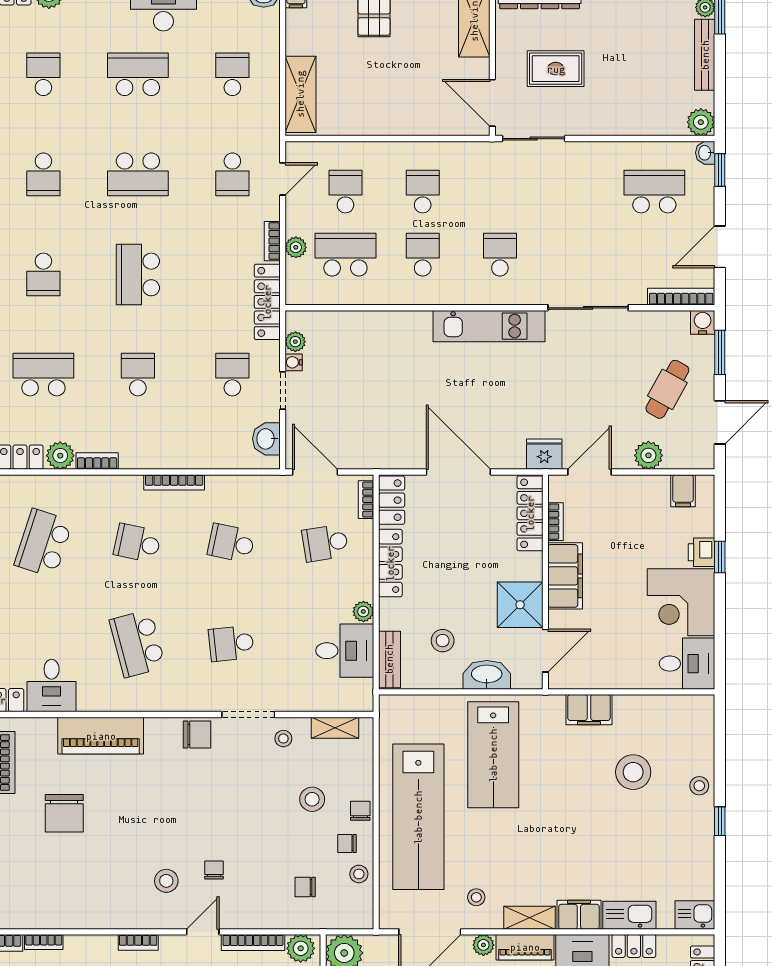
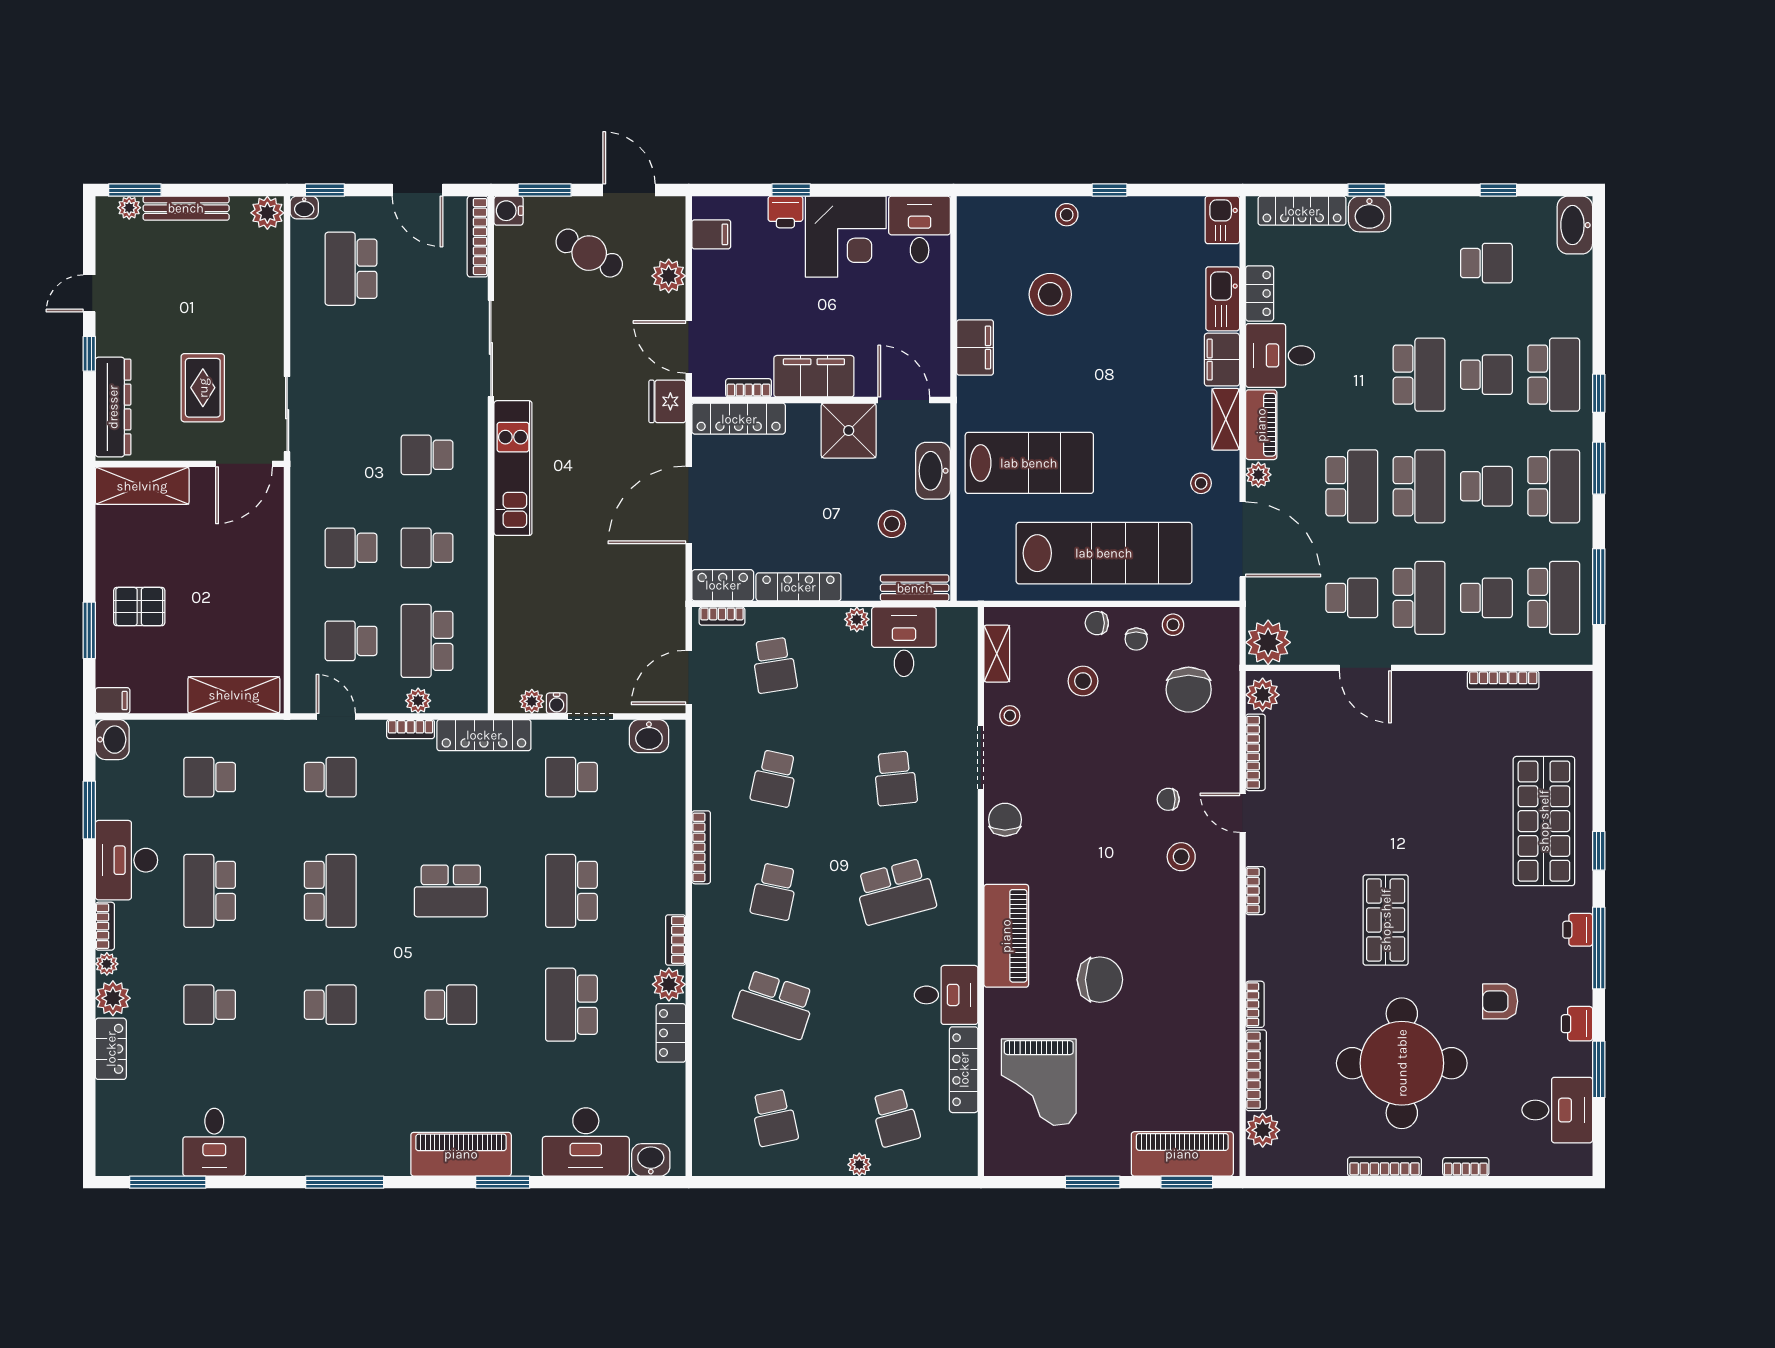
school desk: (138, 375) -> (571, 891), width x1.85
chair: (305, 887) -> (1189, 690), width x1.87, depth x1.87

